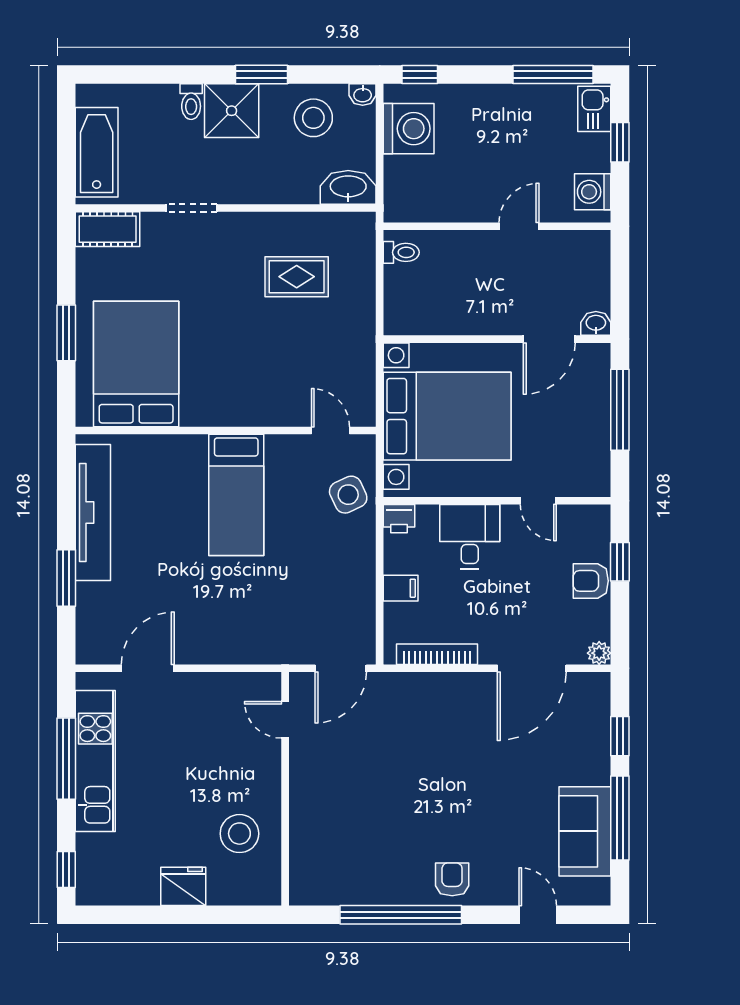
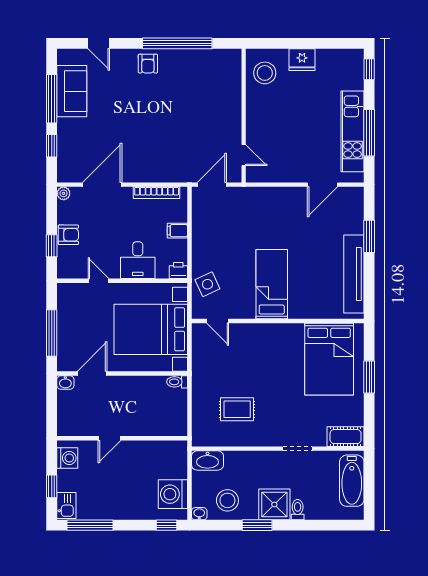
toilet: (401, 252) -> (177, 382), moved
stool: (239, 834) -> (265, 73), moved

